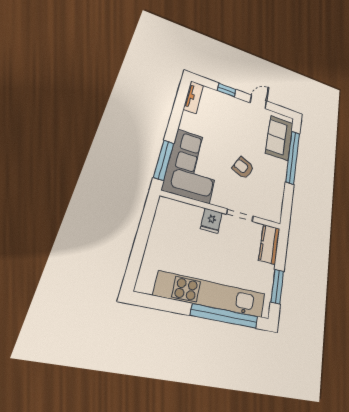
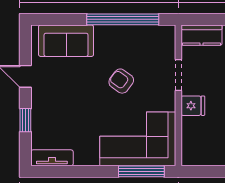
window: (293, 157) -> (123, 19), moved
armchair: (243, 168) -> (121, 81), turned 101

